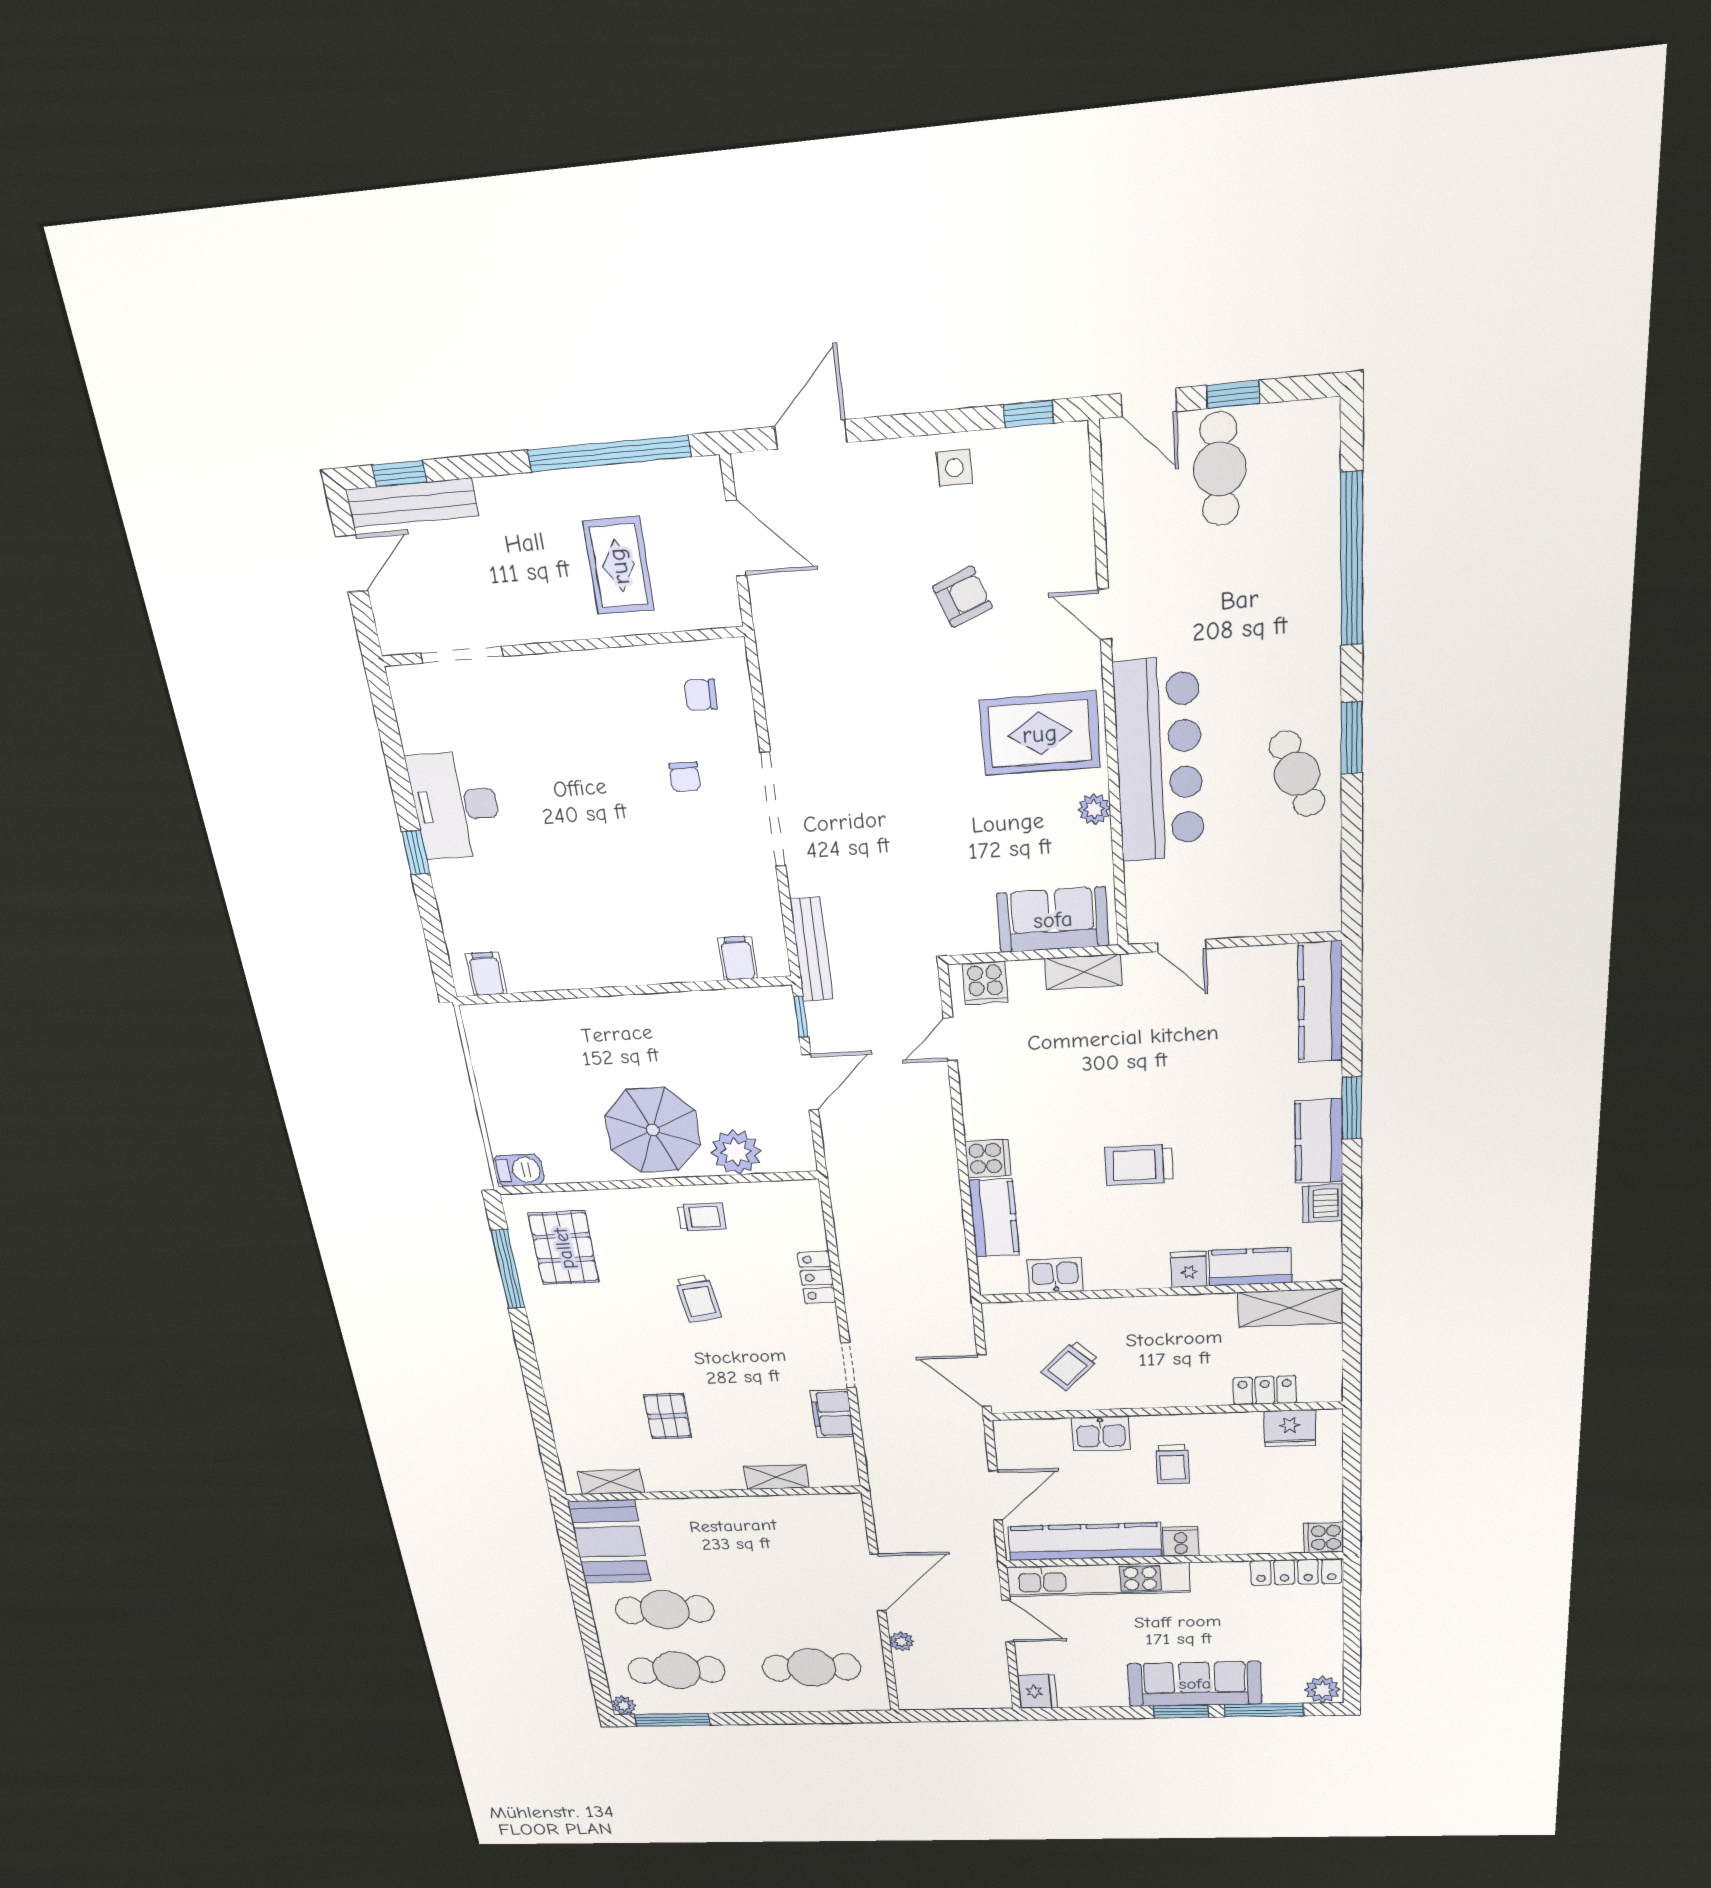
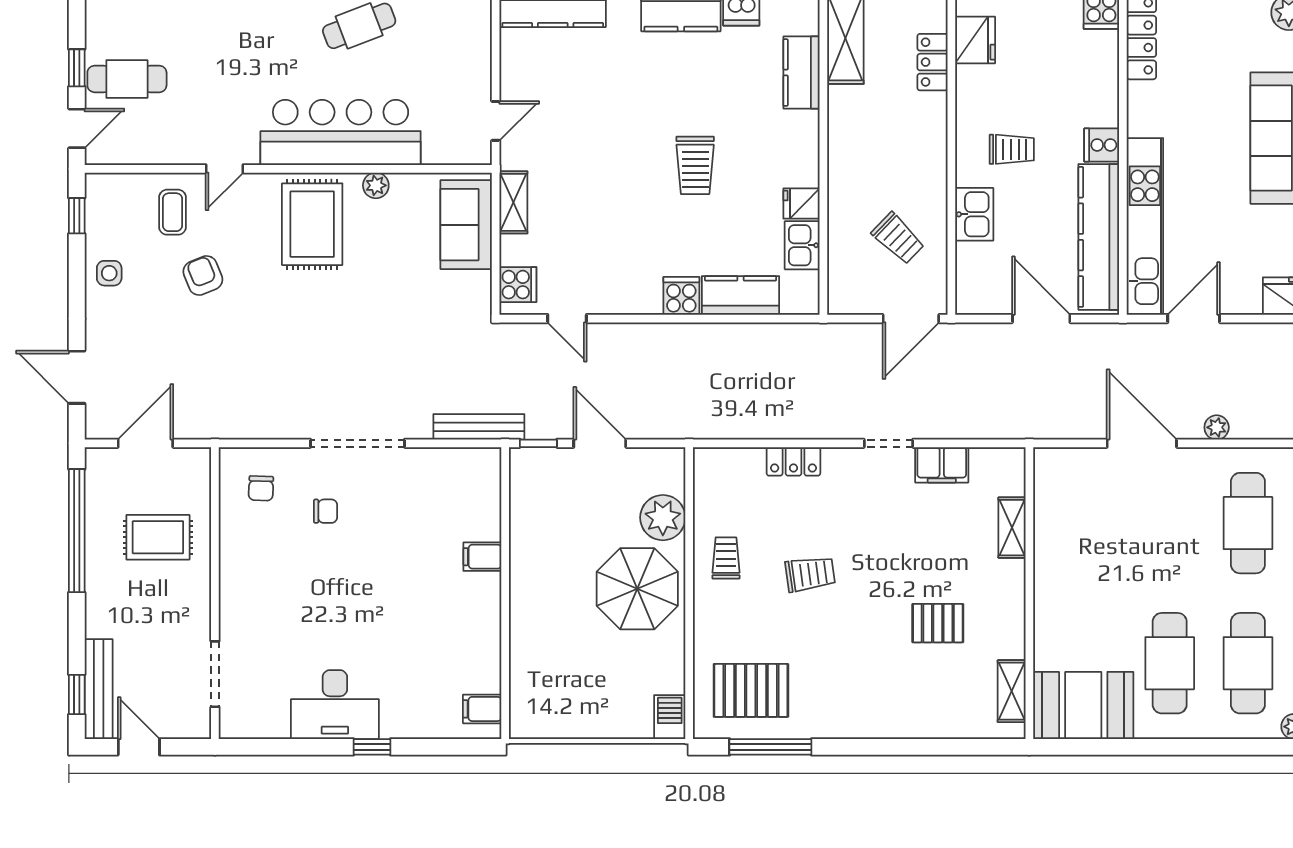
coffee table: (1043, 549) -> (173, 212), added
filing cabinet: (738, 958) -> (482, 557), moved
fridge: (1189, 1269) -> (801, 203), moved

